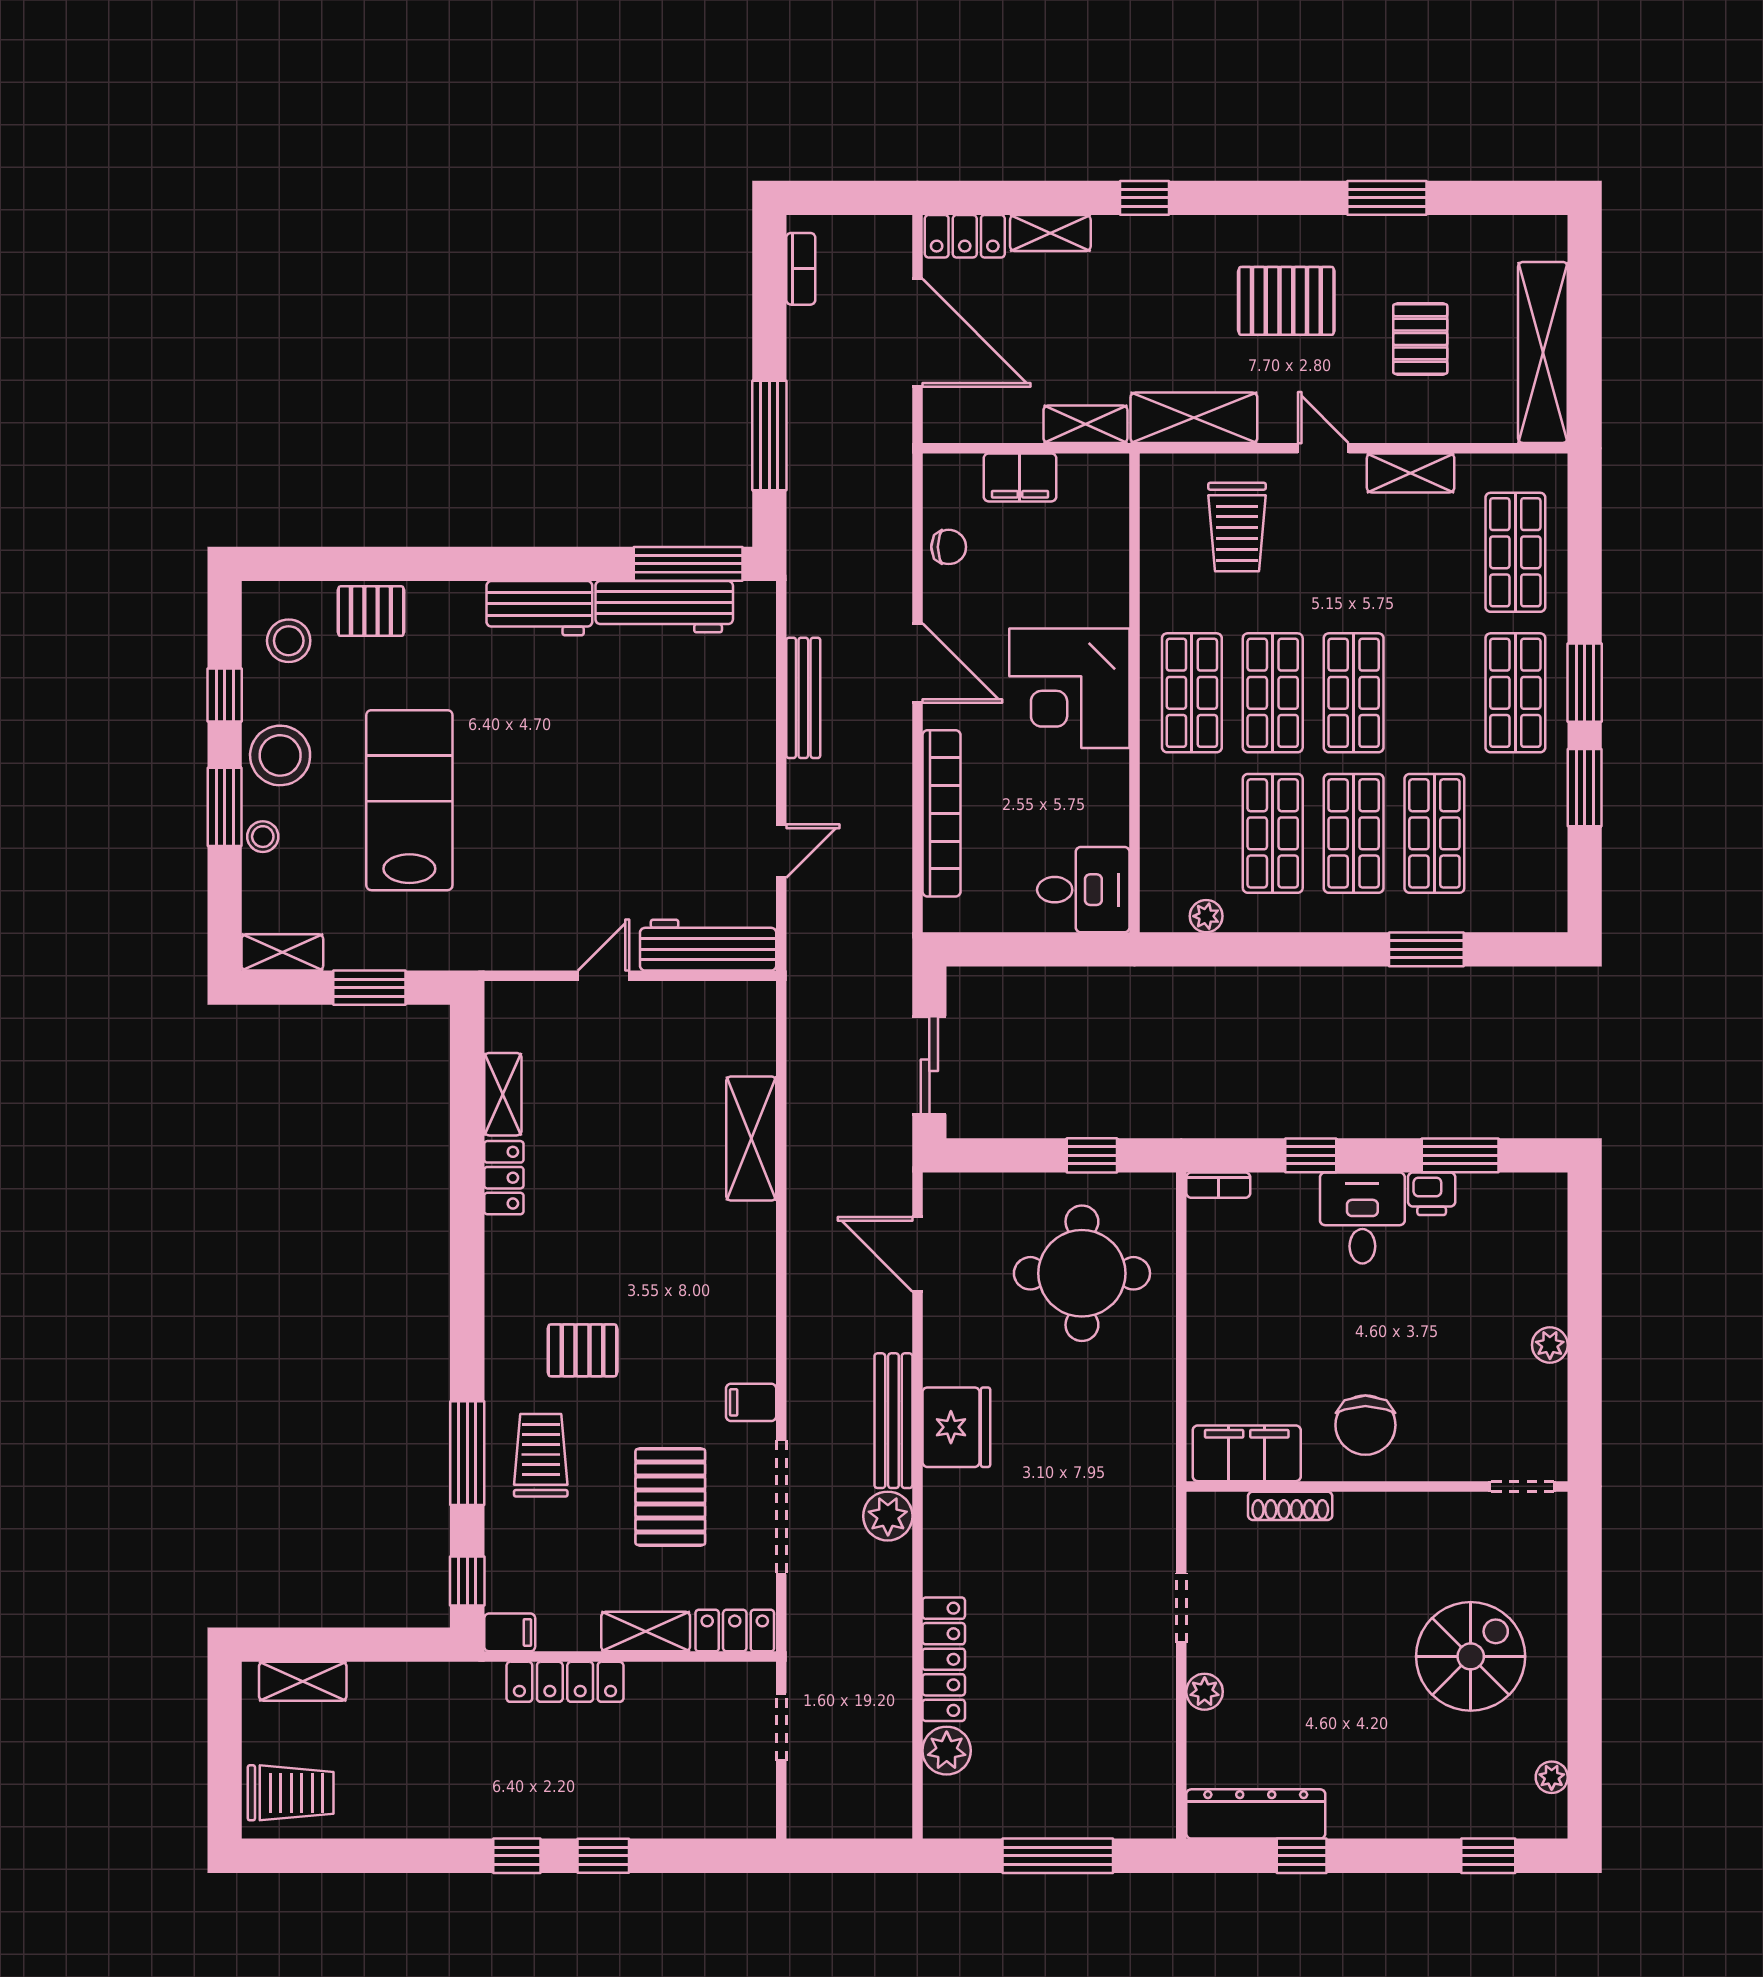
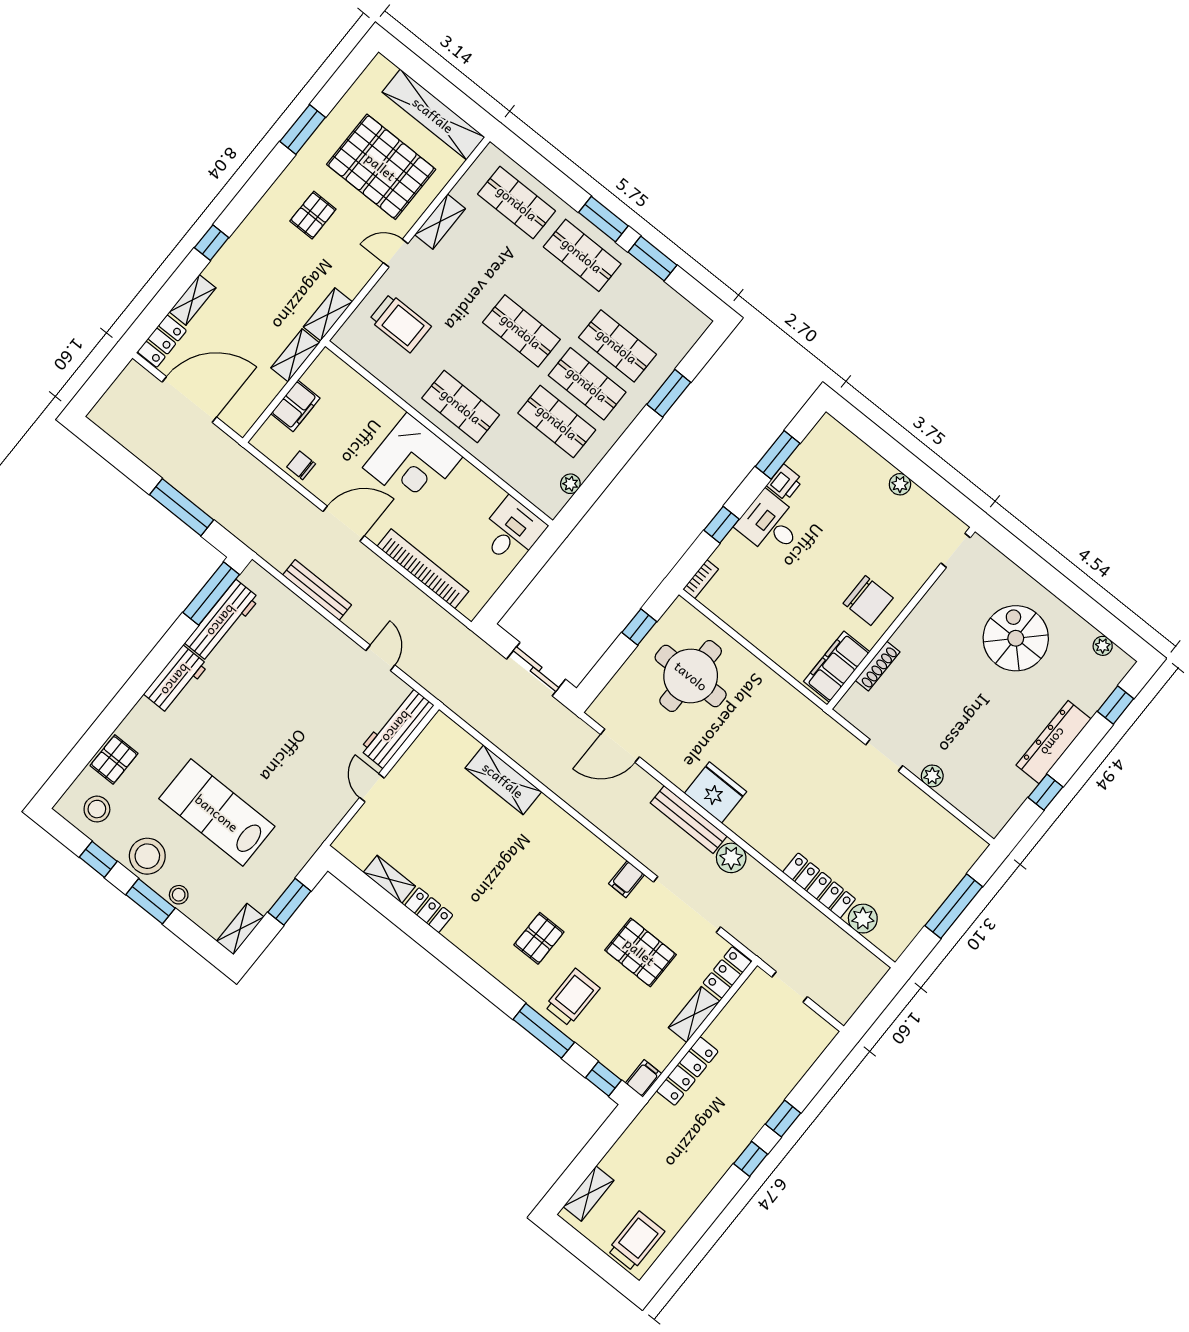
bookcase: (801, 269) -> (116, 430), removed
pallet: (1286, 301) -> (313, 215), width x0.67, depth x0.71
pallet: (1420, 339) -> (381, 167), width x2.05, depth x2.00
shelving: (1194, 418) -> (328, 314), width x0.67, depth x0.75
chair: (949, 547) -> (301, 465), turned -90
shop shelf: (1273, 693) -> (491, 369), removed
trolley: (541, 1455) -> (572, 997), turned 90
dresser: (1256, 1814) -> (1054, 742), moved

